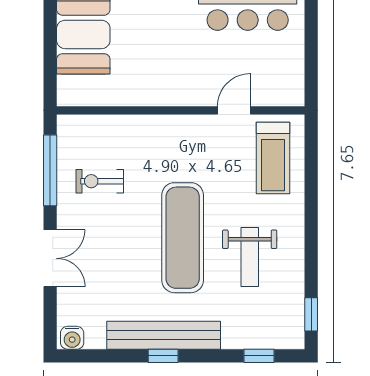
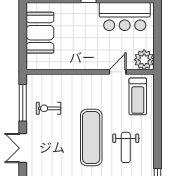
plant: (285, 87) -> (144, 60), added
double door: (50, 258) -> (23, 148), swing flipped

